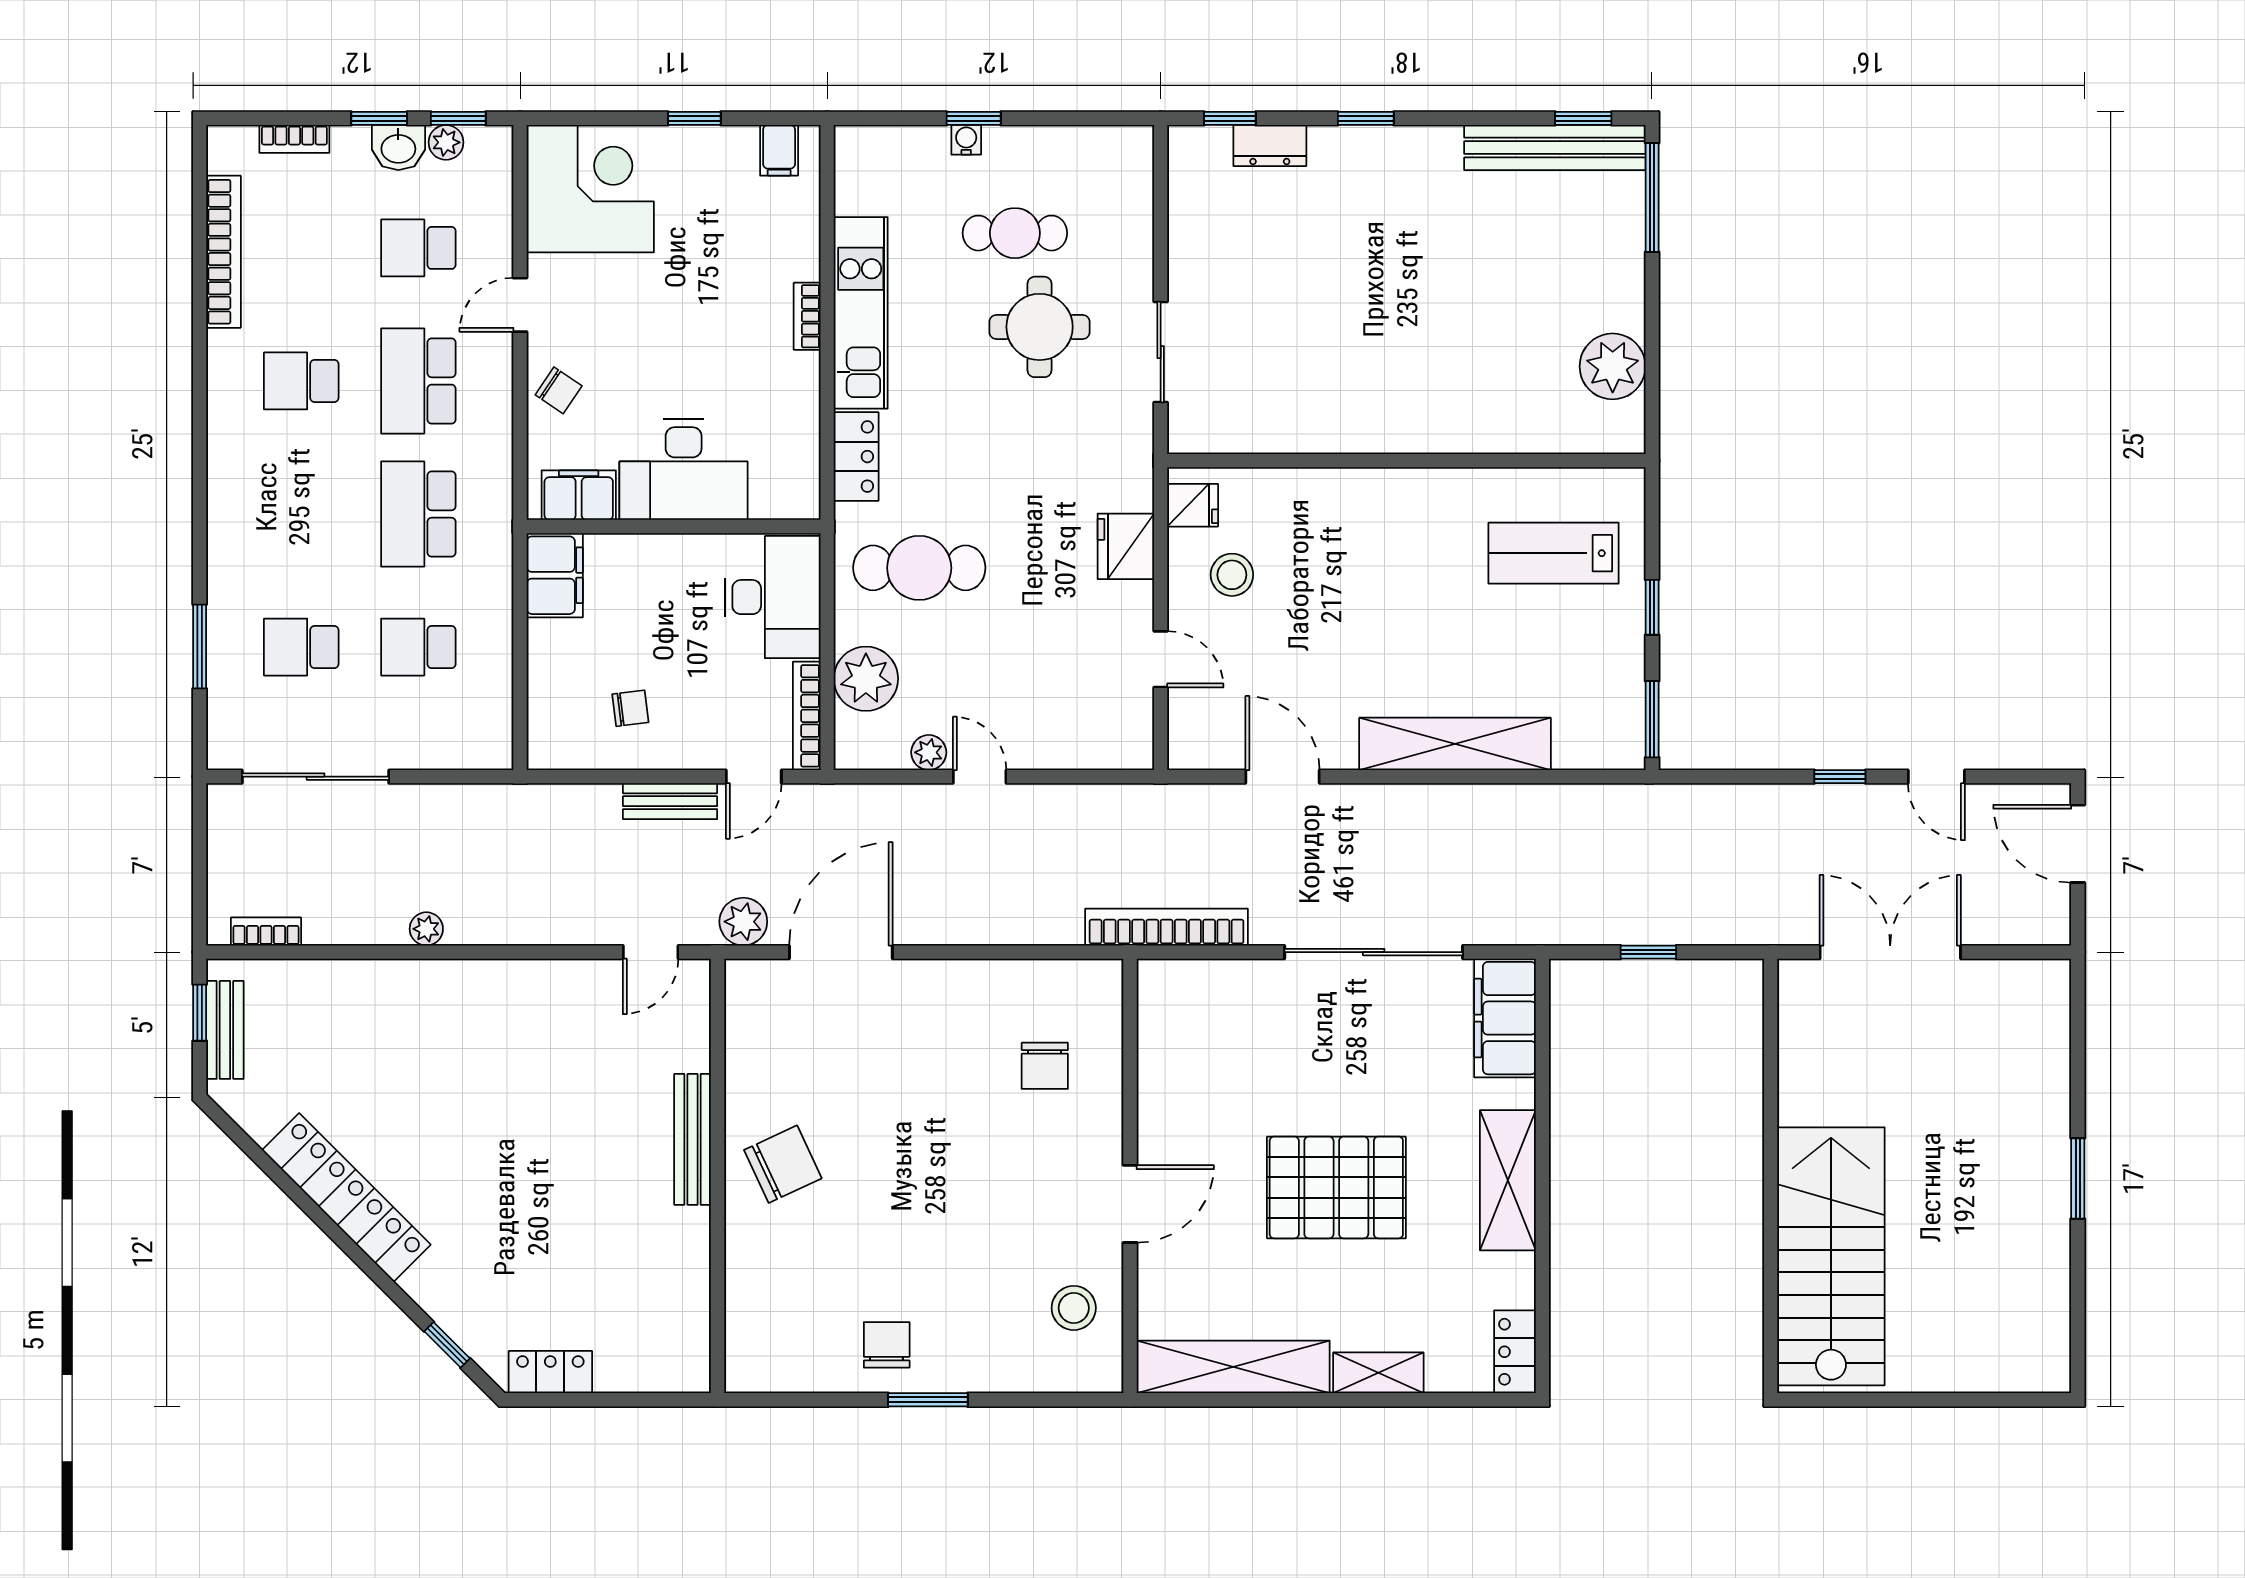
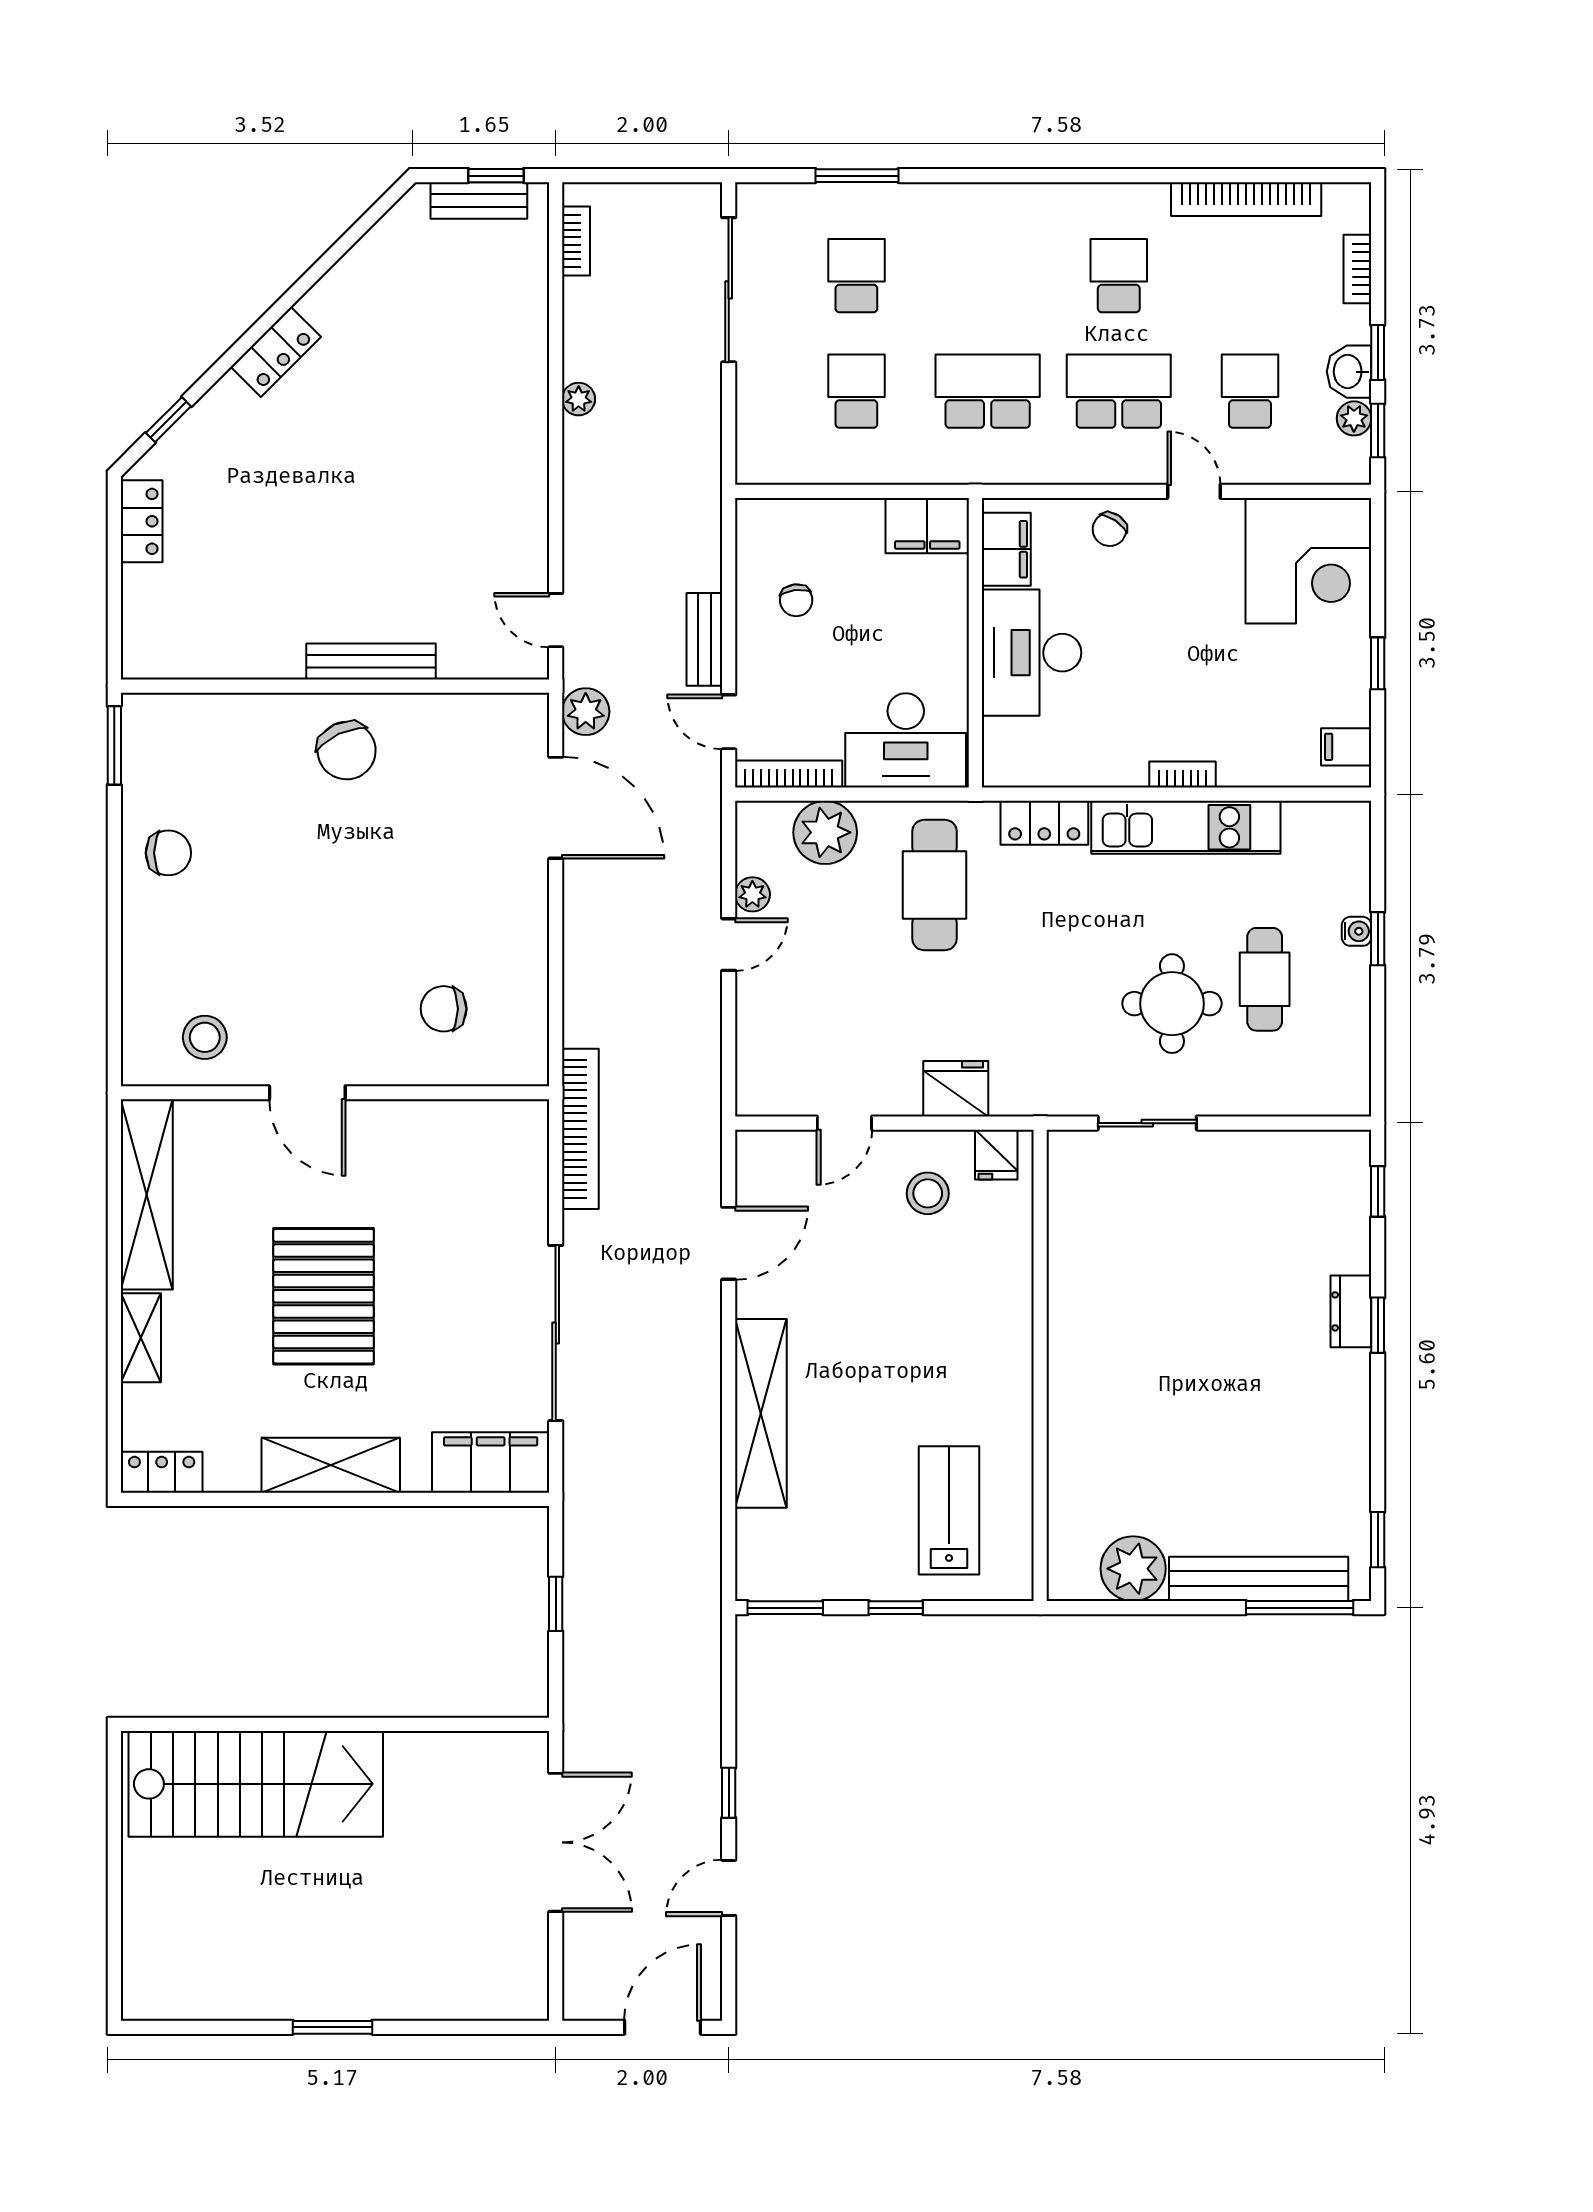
dresser: (1270, 145) -> (1351, 1311), moved
bench: (1555, 148) -> (1259, 1579), moved, turned 90
locker: (346, 1197) -> (276, 352), width x0.46, depth x0.83
window: (928, 1400) -> (114, 745), moved

